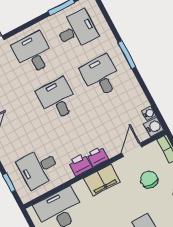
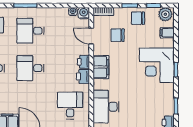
desk: (38, 168) -> (70, 106), turned 180

